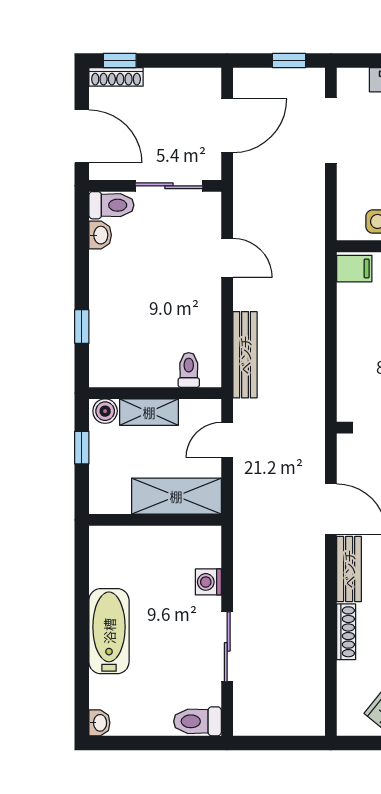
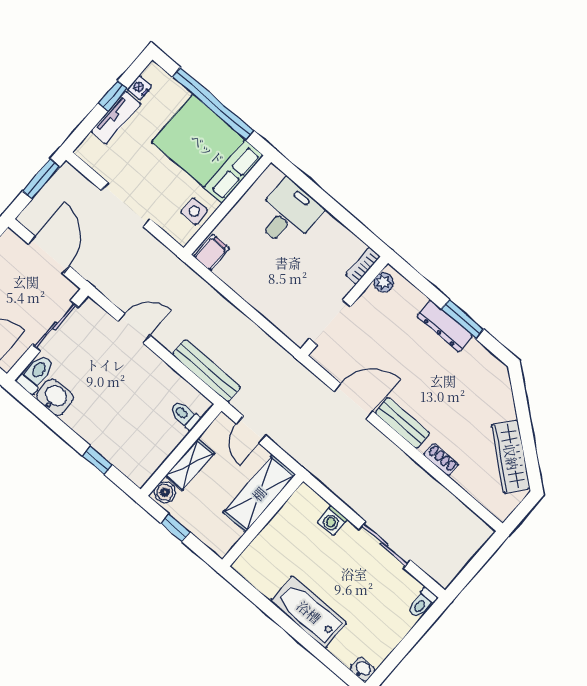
window: (289, 60) -> (41, 179), width x1.50
doorway: (331, 130) -> (126, 205), moved
washbasin: (100, 235) -> (55, 397), width x1.38, depth x1.45
shoe rack: (346, 632) -> (441, 460), width x0.70
toilet: (197, 721) -> (422, 603), width x0.73, depth x0.72

